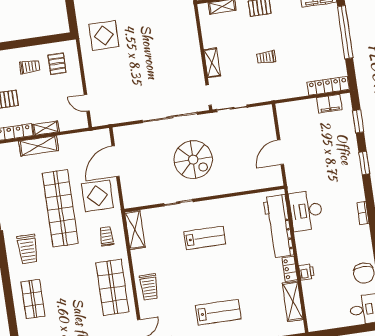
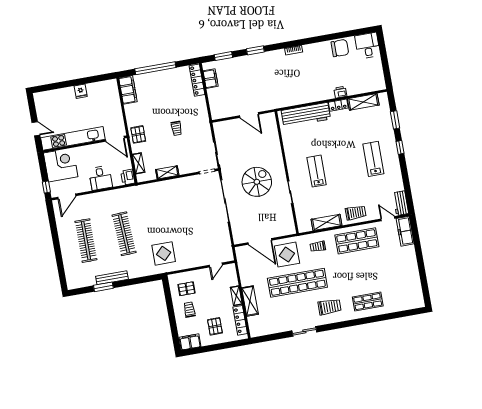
shelving: (212, 63) -> (167, 172), moved
desk: (306, 211) -> (293, 94), removed
shelving: (135, 230) -> (326, 222), moved

